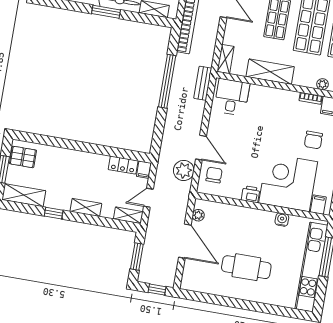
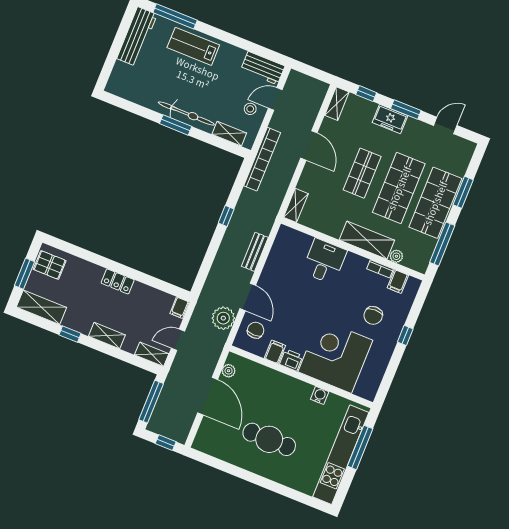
shelving: (270, 72) -> (367, 240), moved
window: (167, 81) -> (226, 216), width x0.32
bench: (203, 83) -> (255, 252), moved
desk: (232, 97) -> (324, 261), moved
locker: (123, 165) -> (118, 281), moved
filing cabinet: (318, 205) -> (275, 352), moved
window: (137, 257) -> (151, 402), width x1.44

